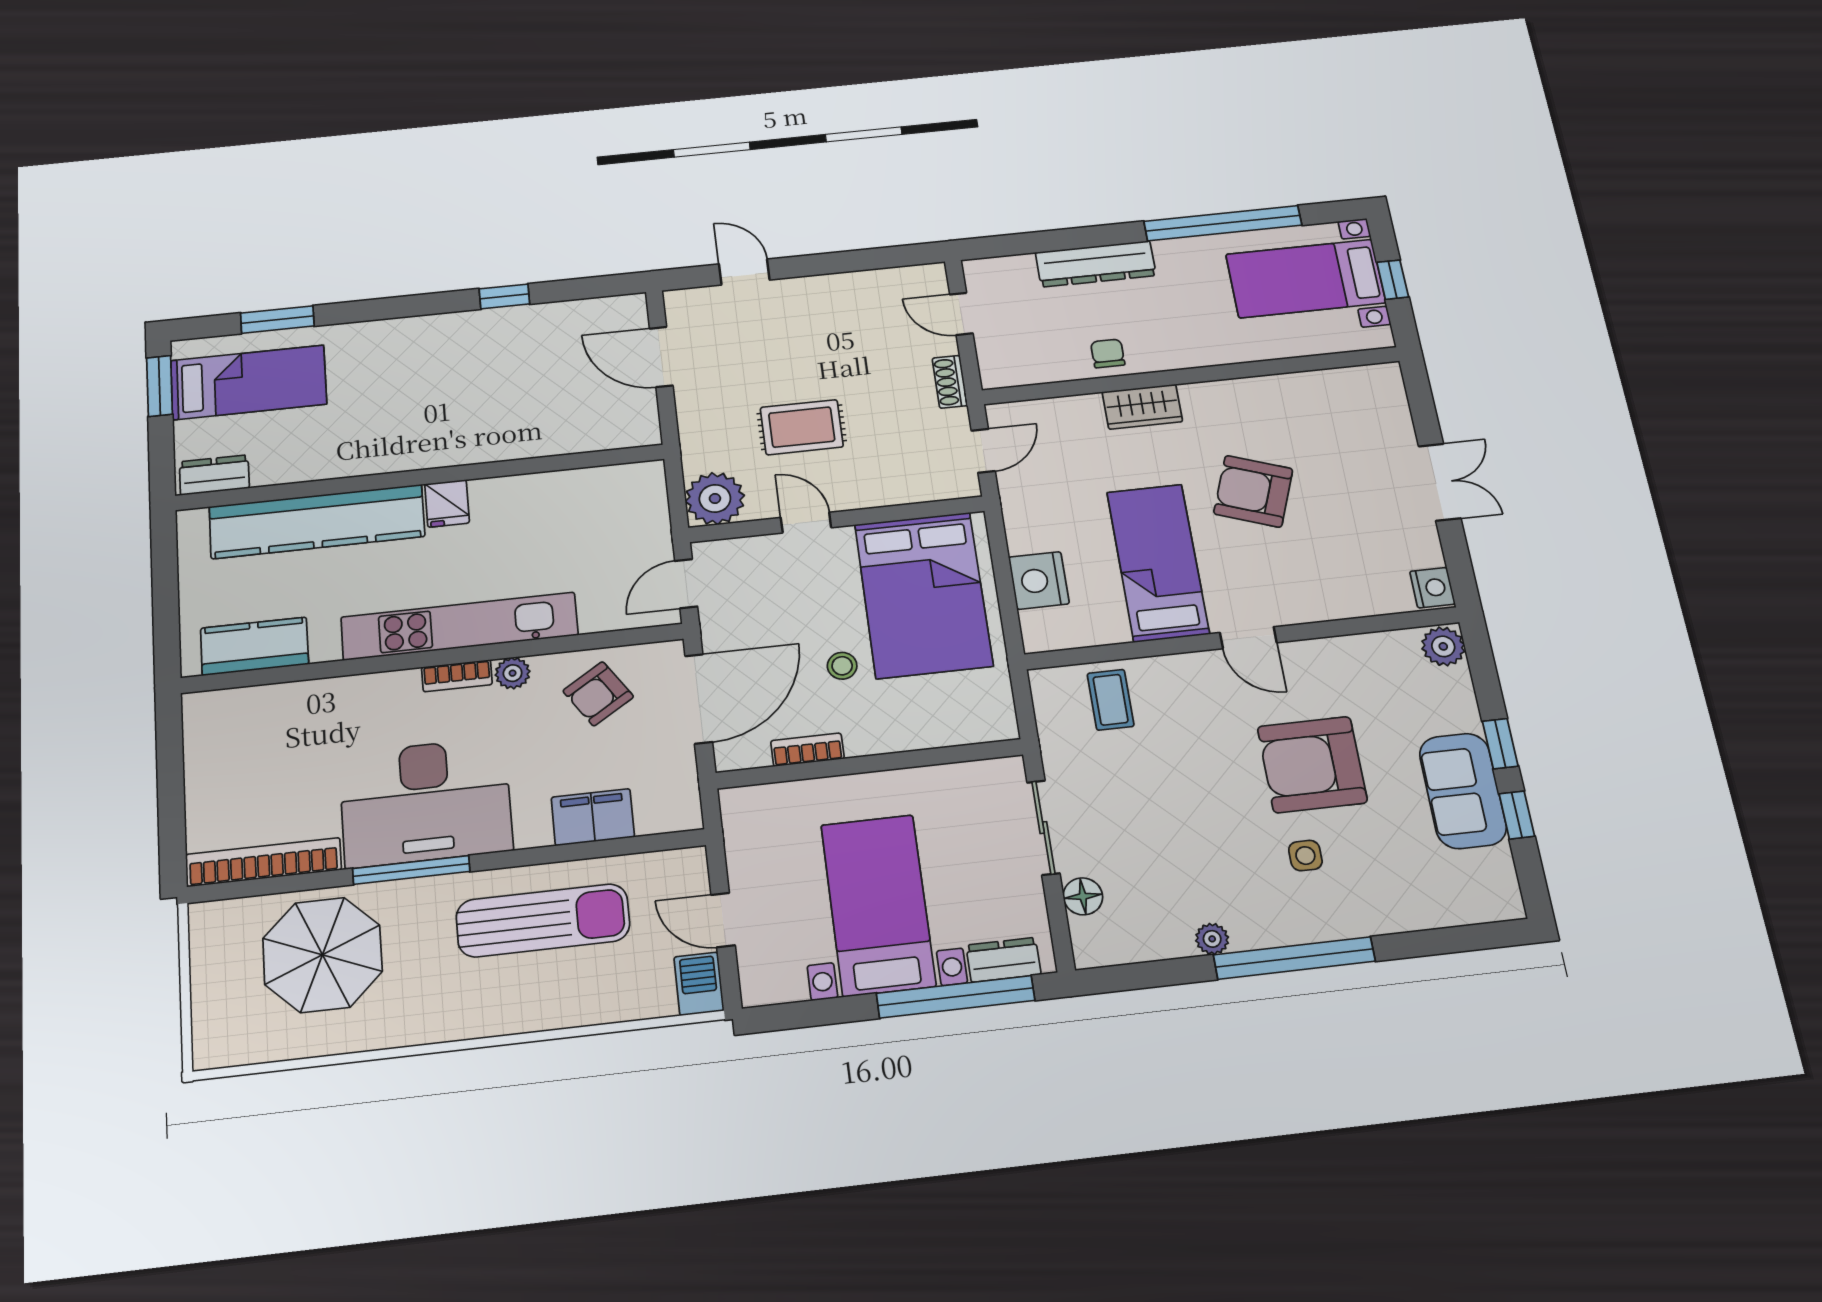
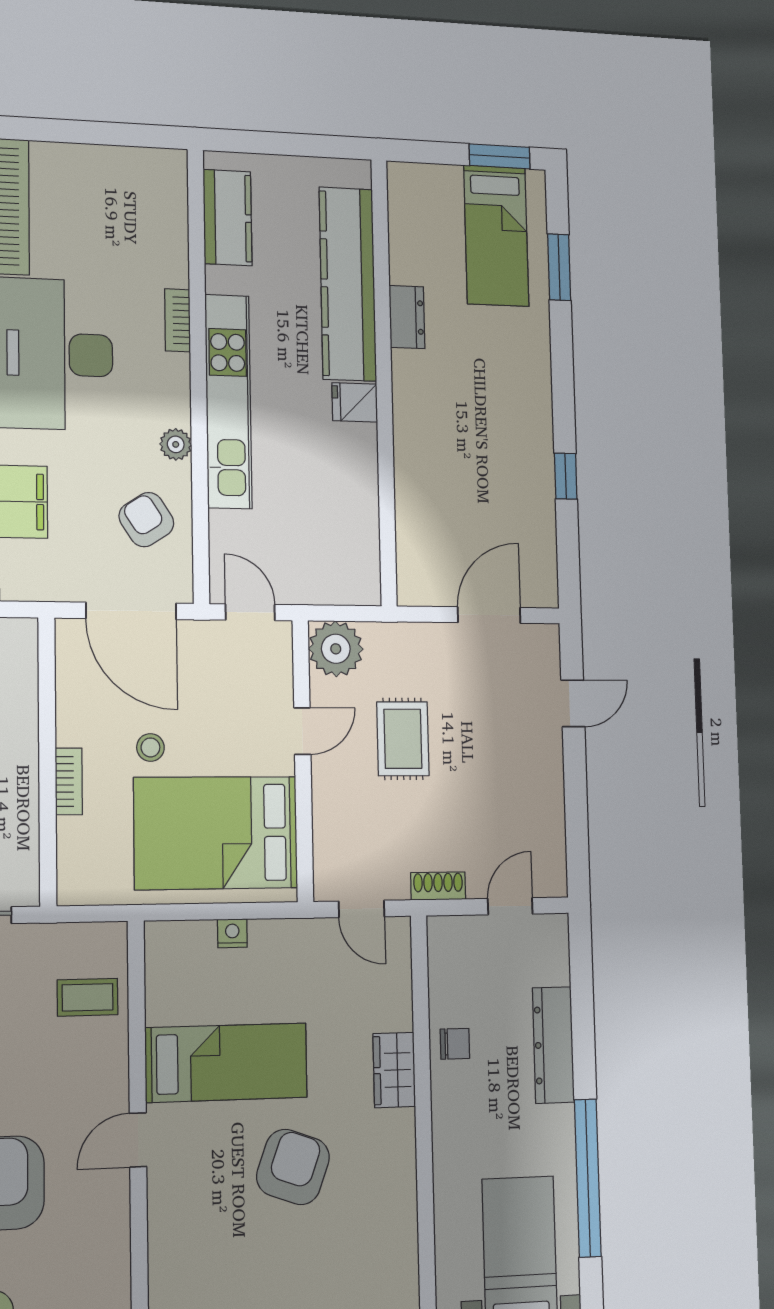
dresser: (214, 475) -> (407, 317), moved
nightstand: (1039, 580) -> (232, 933), width x0.53, depth x0.56
bookcase: (457, 676) -> (178, 320), moved
bookcase: (807, 750) -> (69, 781), moved

